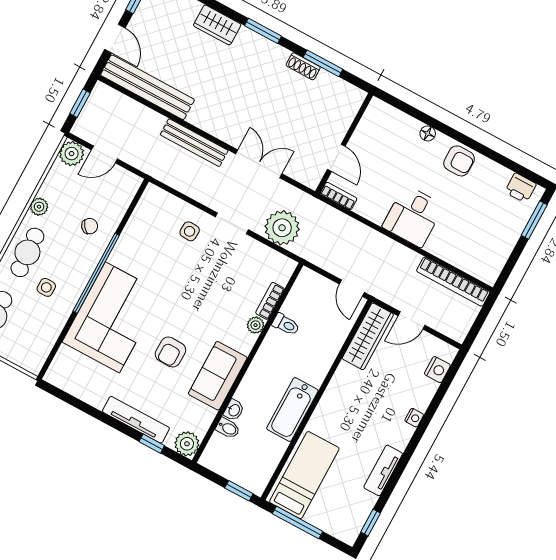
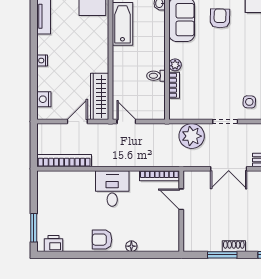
bookcase: (339, 196) -> (159, 176), width x1.56

